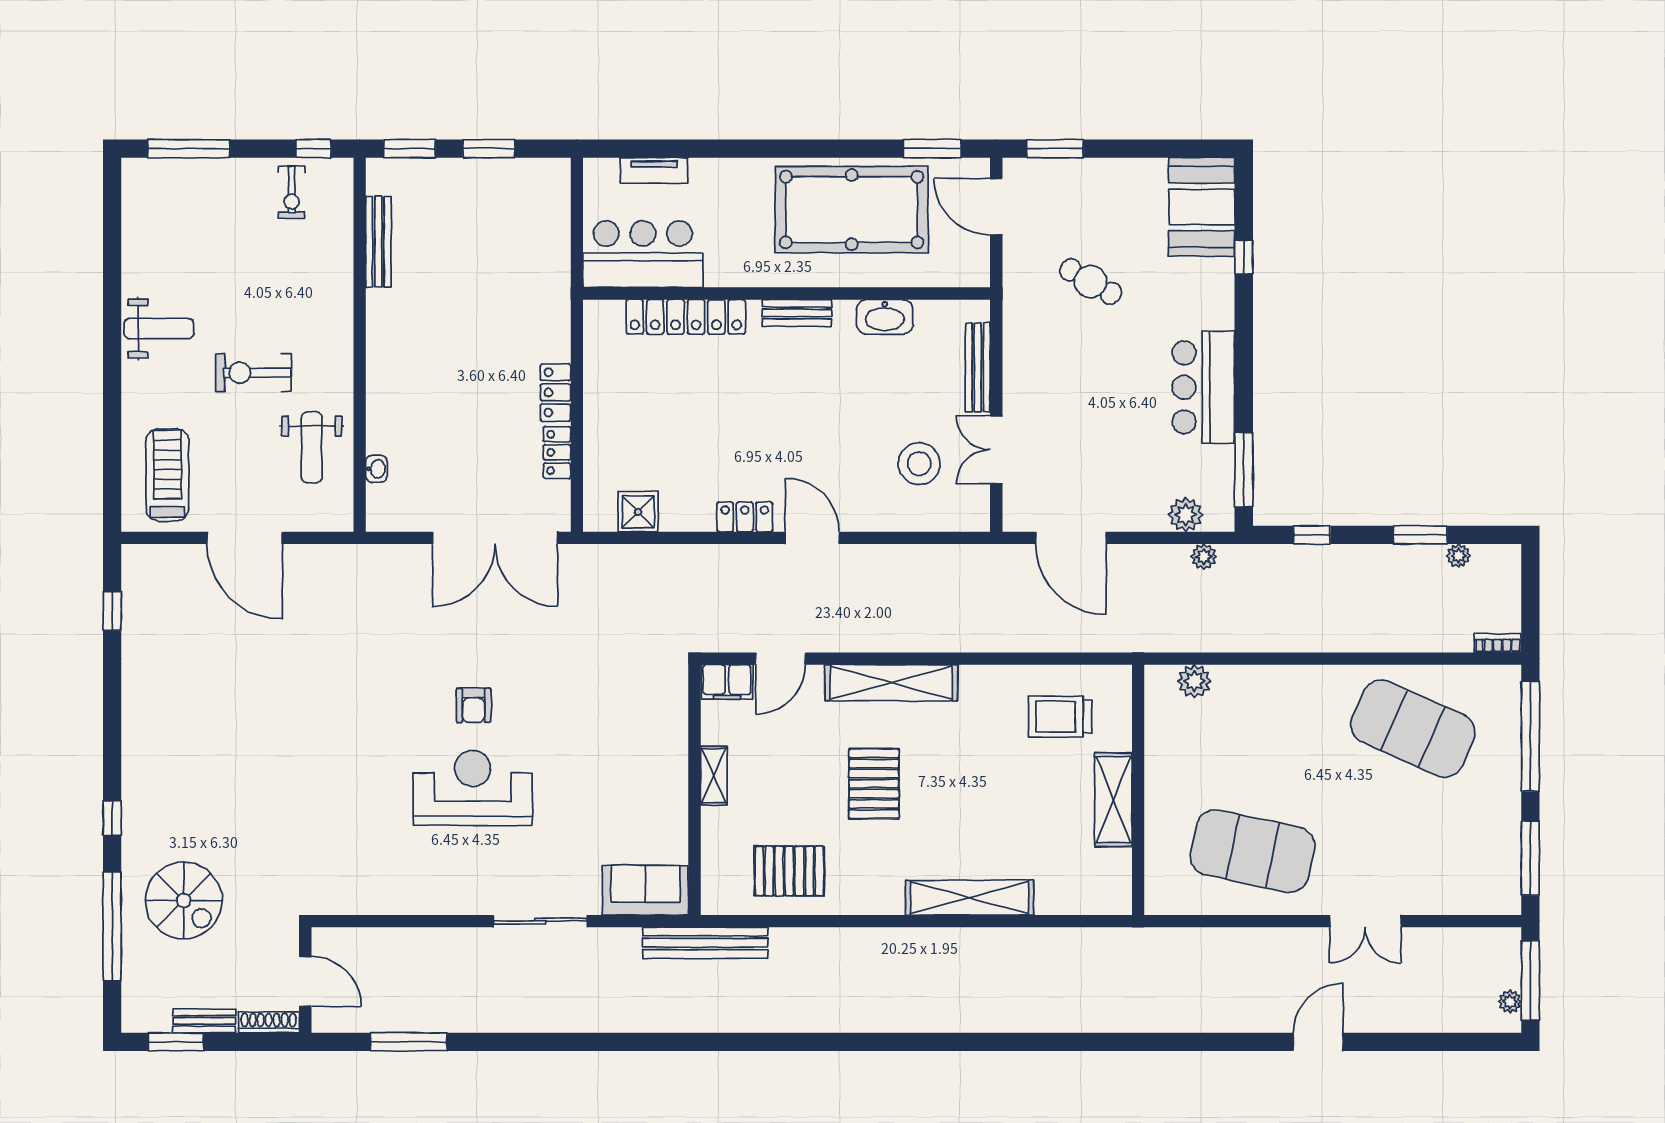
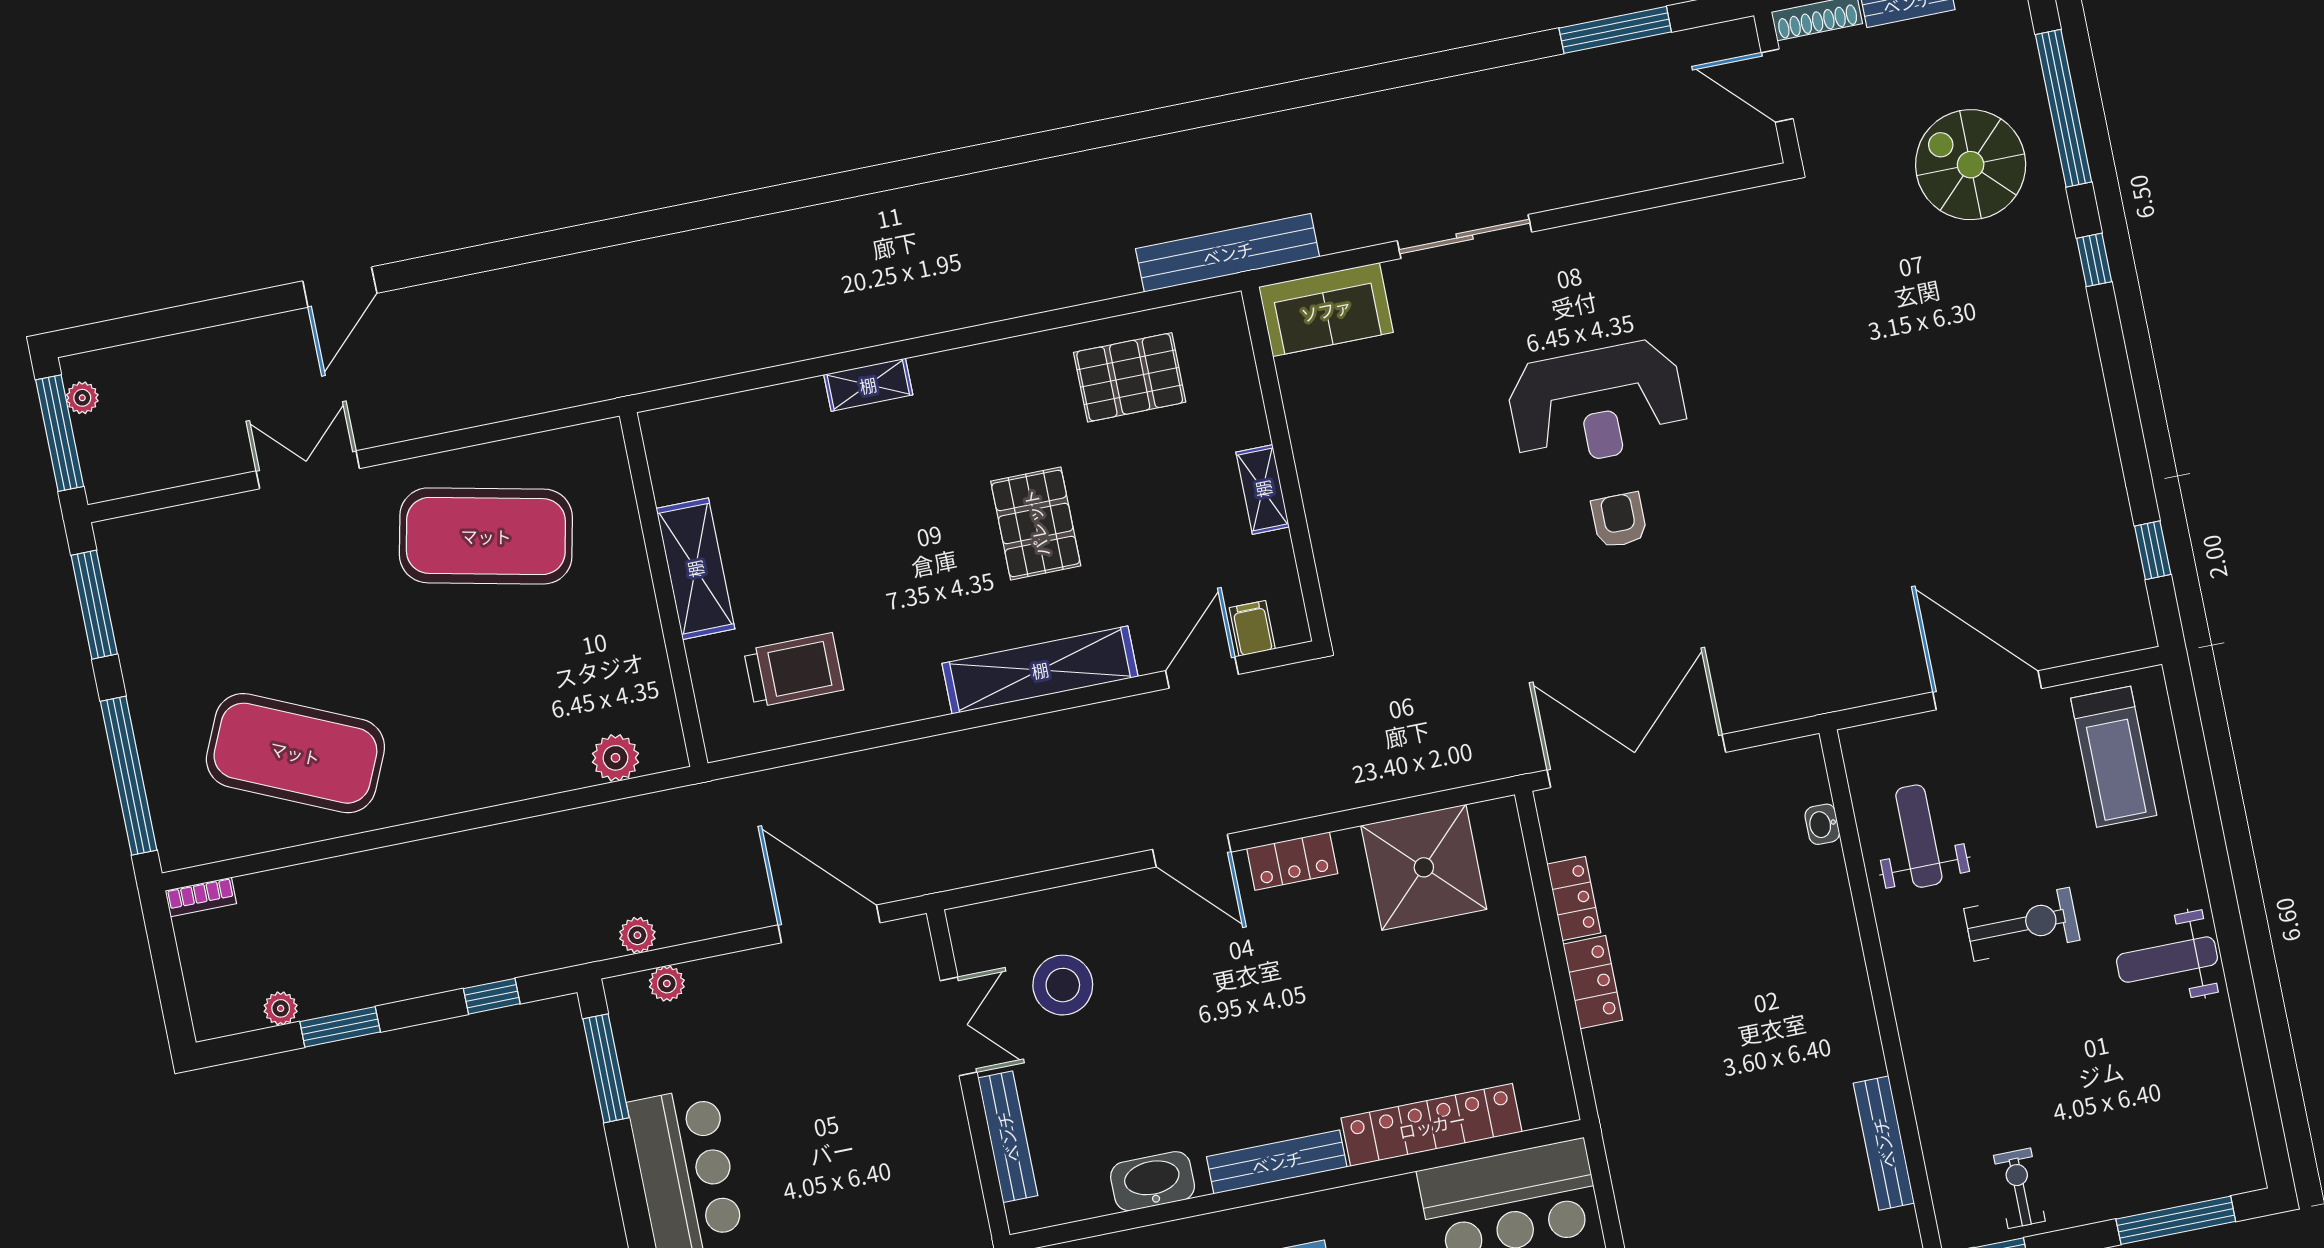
bench: (797, 313) -> (1277, 1162), width x1.36
shower: (638, 512) -> (1424, 867), width x1.86, depth x1.86
plant: (1186, 515) -> (667, 984), width x0.73, depth x0.73
filing cabinet: (727, 682) -> (1252, 628), width x0.50
shelving: (969, 898) -> (868, 385), width x0.45, depth x0.75

